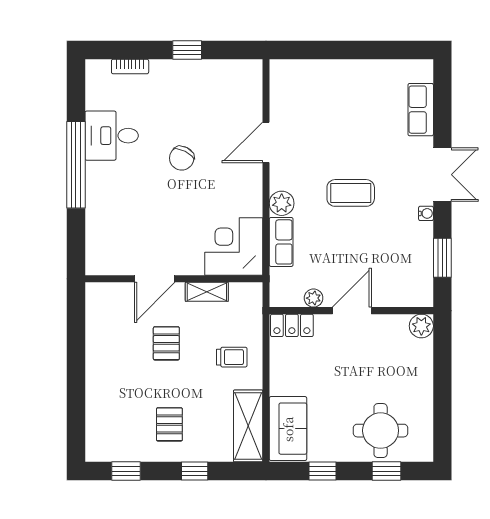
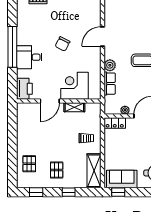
desk: (112, 136) -> (29, 57), moved
corner desk: (234, 246) -> (75, 86), moved
printer: (101, 253) -> (24, 89), added
pallet: (166, 343) -> (29, 164), moved
sofa: (288, 429) -> (122, 179), moved, turned -90
window: (323, 471) -> (118, 192), moved

